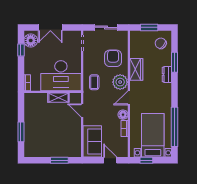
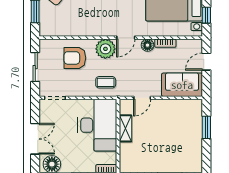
wardrobe: (136, 69) -> (89, 28), removed
door: (129, 98) -> (126, 38), hinge flipped

